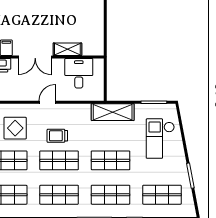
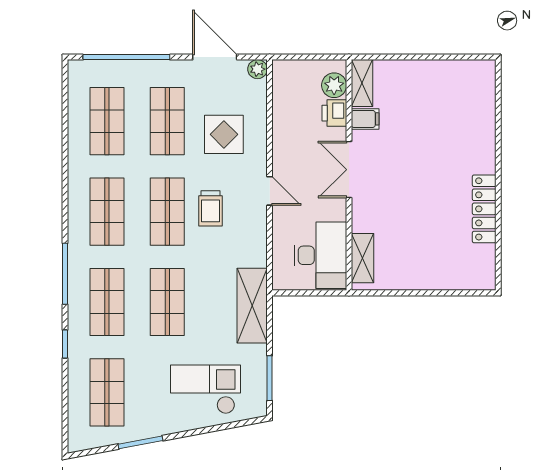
shelving: (67, 49) -> (363, 258), moved
desk: (79, 73) -> (320, 255), width x1.37
trolley: (57, 136) -> (211, 208), turned 180

